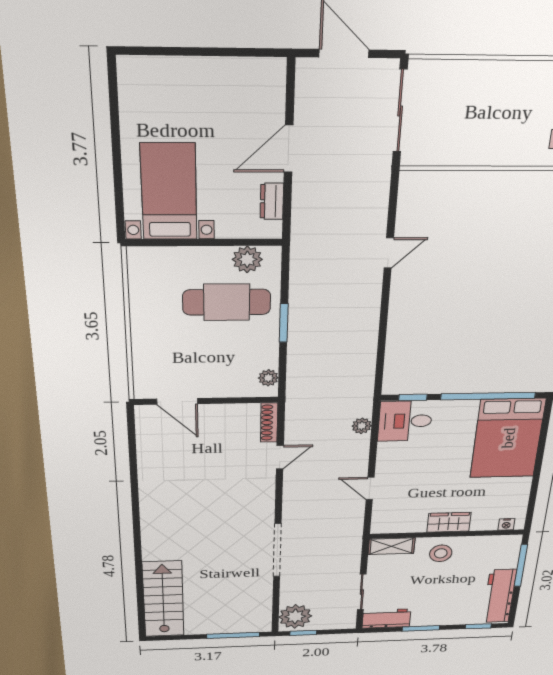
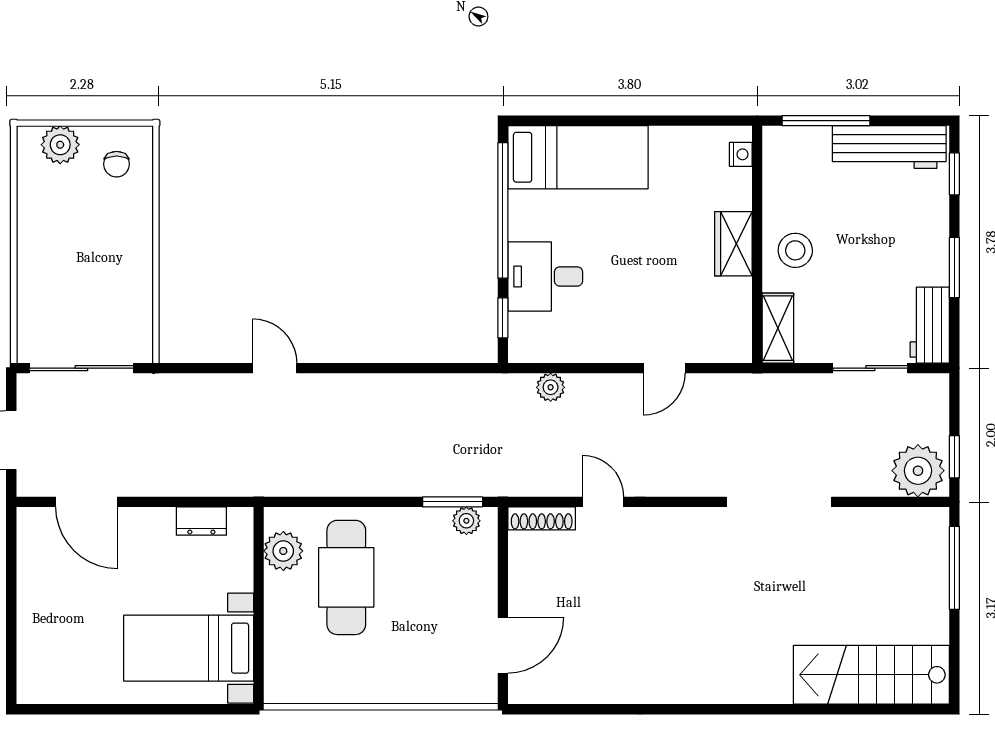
door: (289, 149) -> (87, 502), moved
window: (284, 323) -> (453, 502), moved
desk: (405, 421) -> (545, 276), moved, turned 90
bed: (508, 438) -> (578, 157), width x0.67

